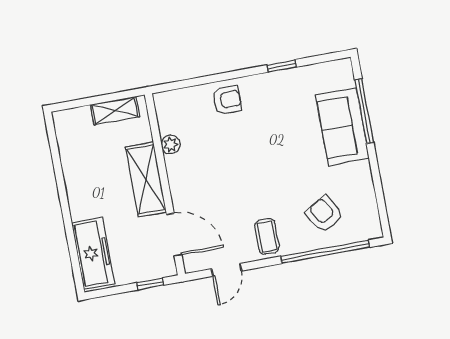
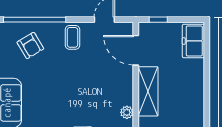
freezer: (93, 253) -> (193, 41), width x0.71

